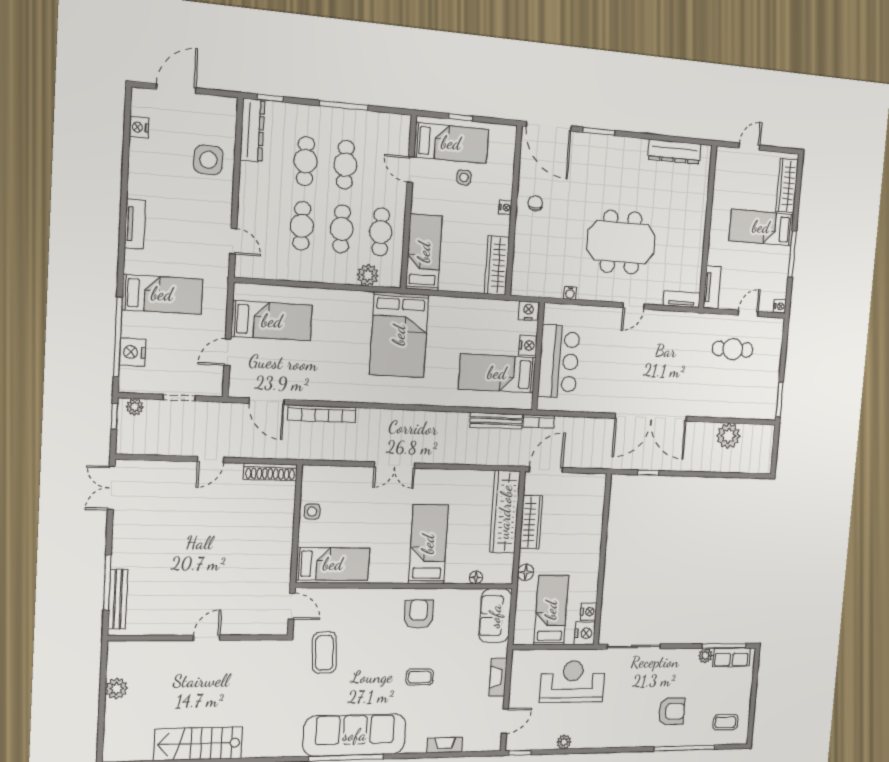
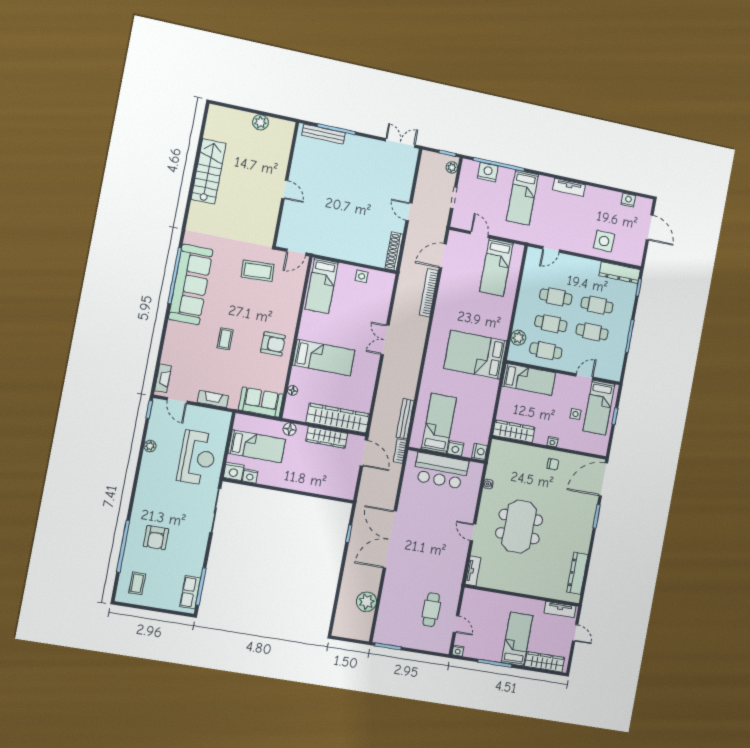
tv unit: (712, 287) -> (560, 609), moved
plant: (705, 655) -> (196, 570), removed
fireplace: (445, 745) -> (163, 378), moved

